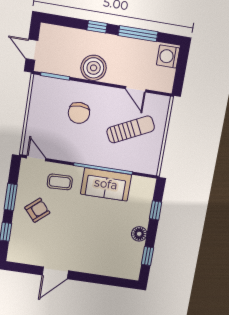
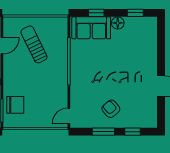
chair: (79, 113) -> (15, 105), moved
coffee table: (60, 182) -> (85, 94), removed
sofa: (106, 184) -> (91, 28), moved, turned 90

